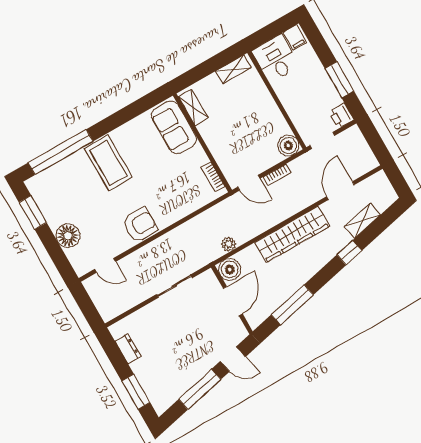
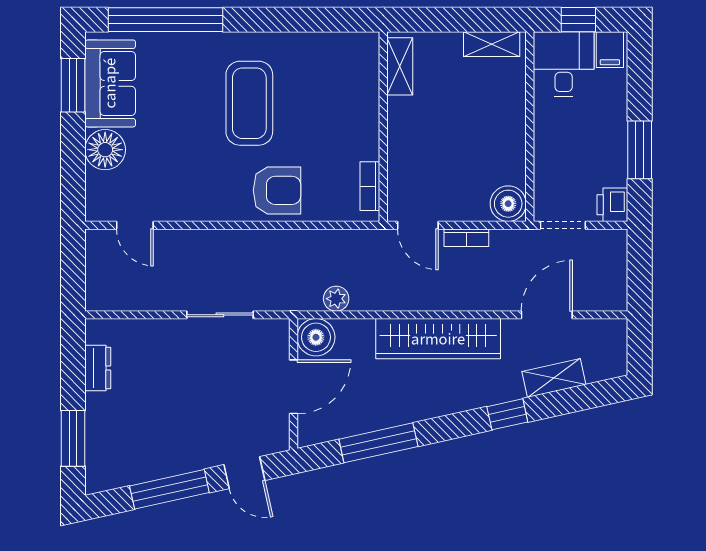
window: (270, 32) -> (578, 20), added
sofa: (174, 127) -> (110, 83), moved, turned 180
coffee table: (108, 163) -> (249, 103), moved
armchair: (140, 225) -> (277, 190), moved

